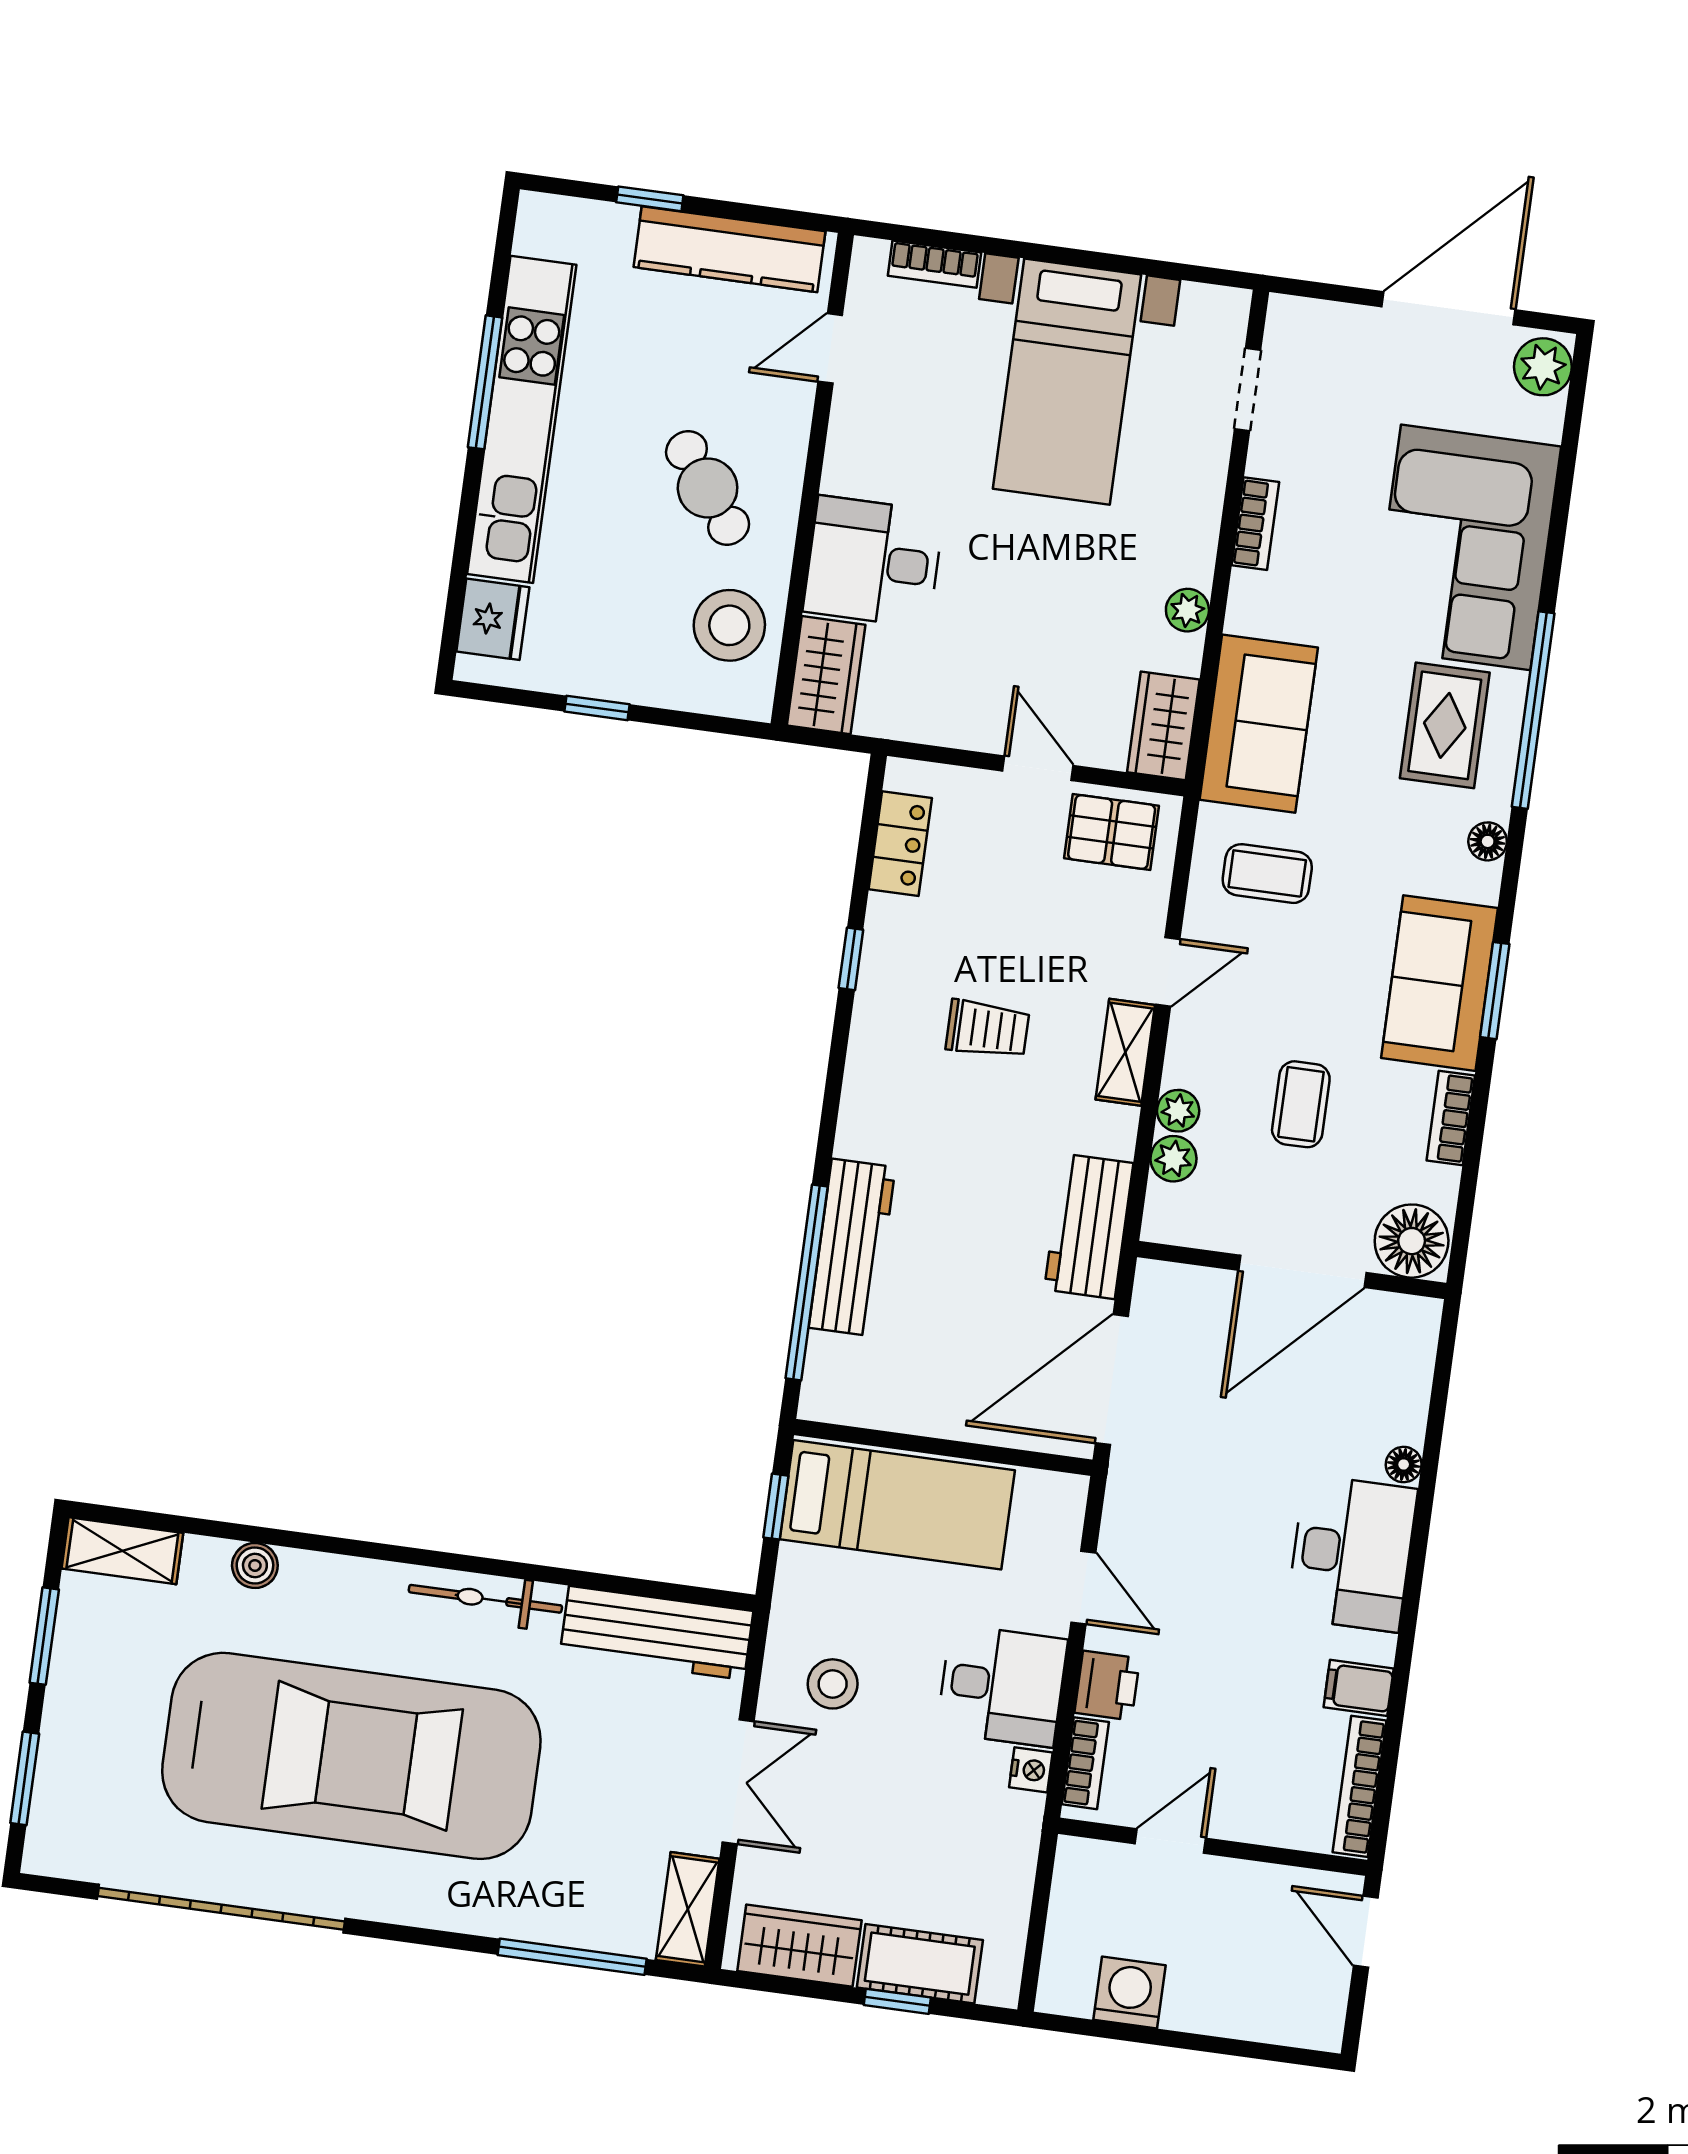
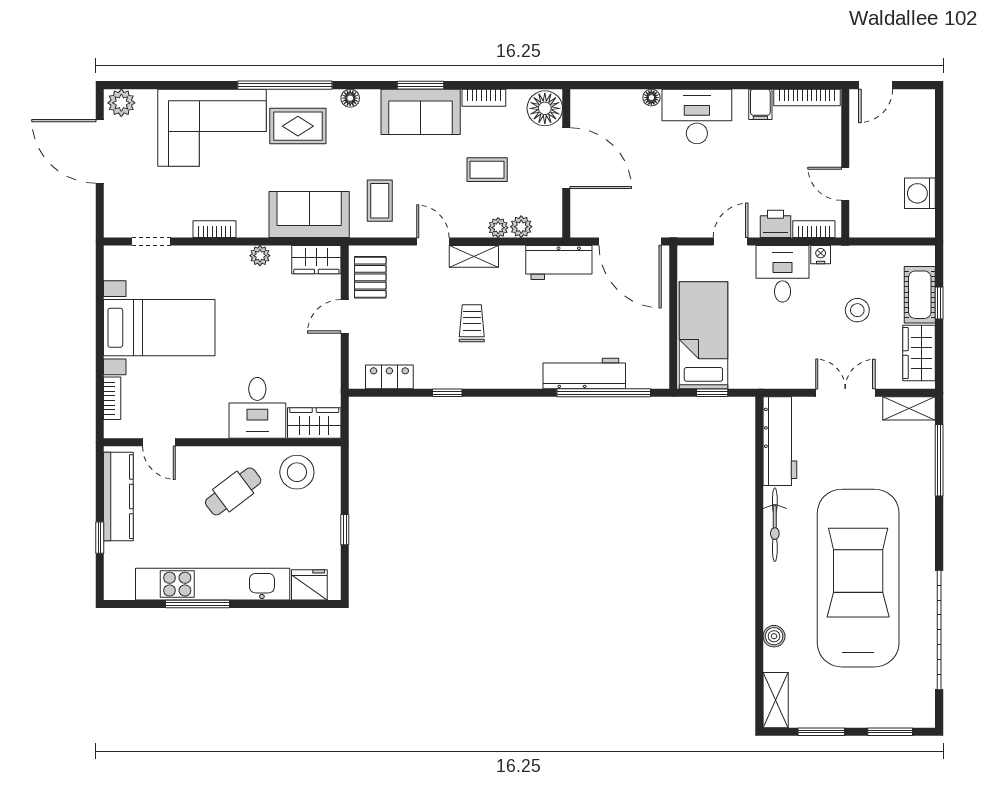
stool: (833, 1684) -> (857, 310), moved

